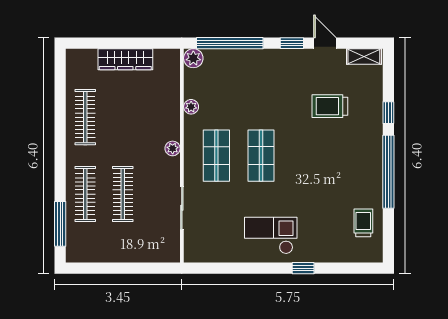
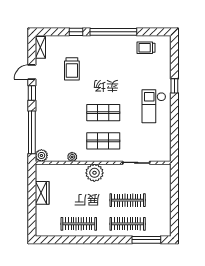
wardrobe: (125, 59) -> (42, 193), width x0.67
plant: (173, 148) -> (94, 173), width x1.87, depth x1.87

